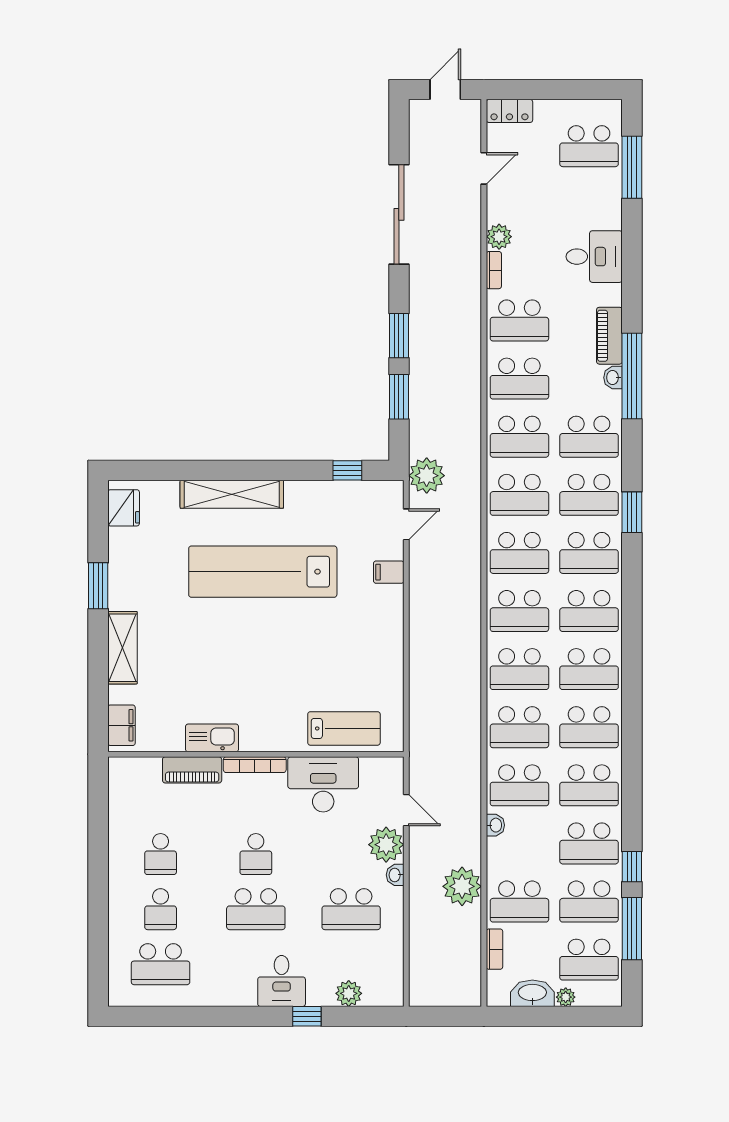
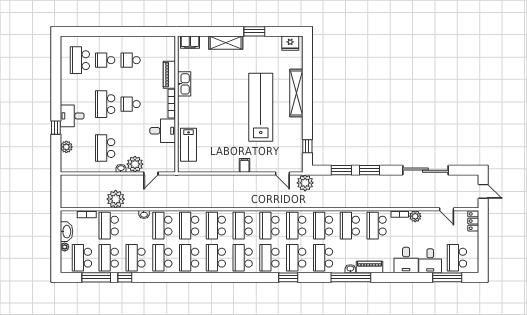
desk: (596, 204) -> (430, 261), added
filing cabinet: (389, 572) -> (244, 165), moved
desk: (323, 784) -> (163, 131), width x0.73

